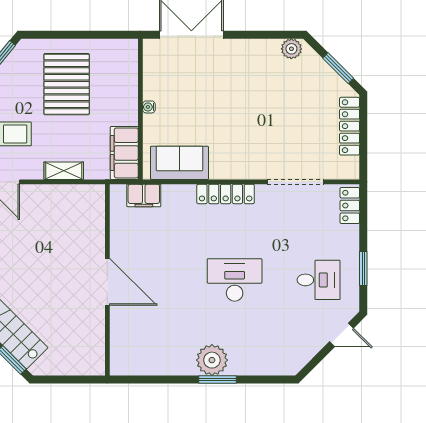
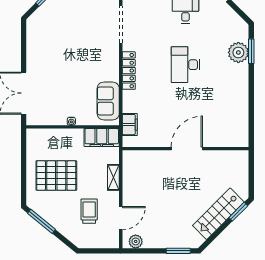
plant: (291, 49) -> (33, 27), removed
plant: (212, 360) -> (238, 52), moved
window: (217, 380) -> (251, 51), moved

